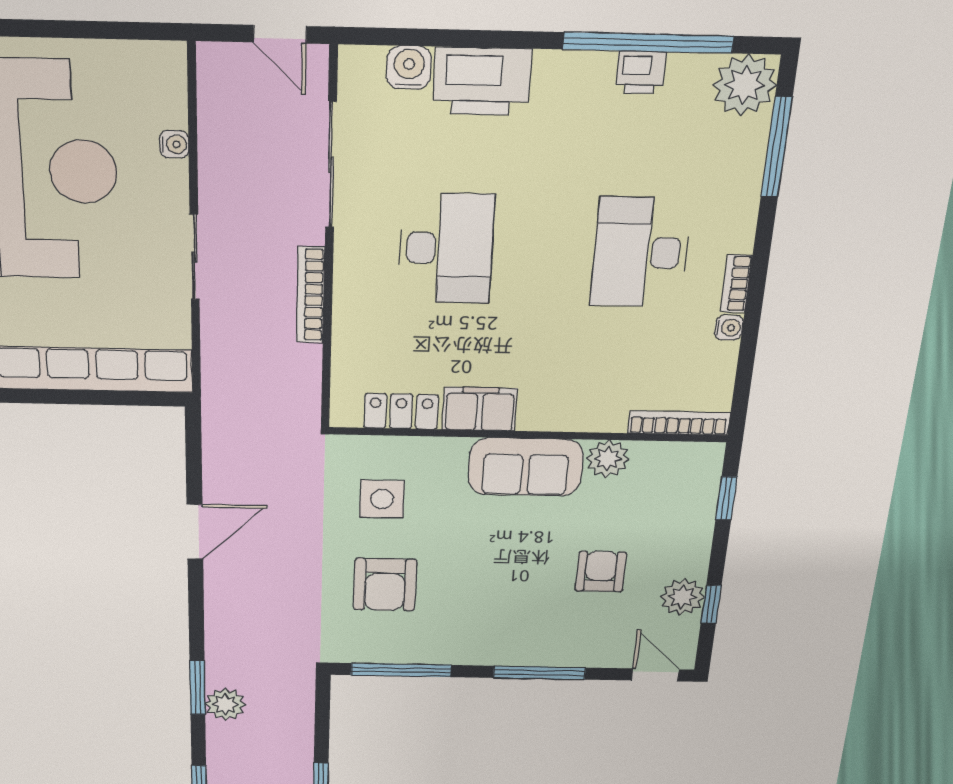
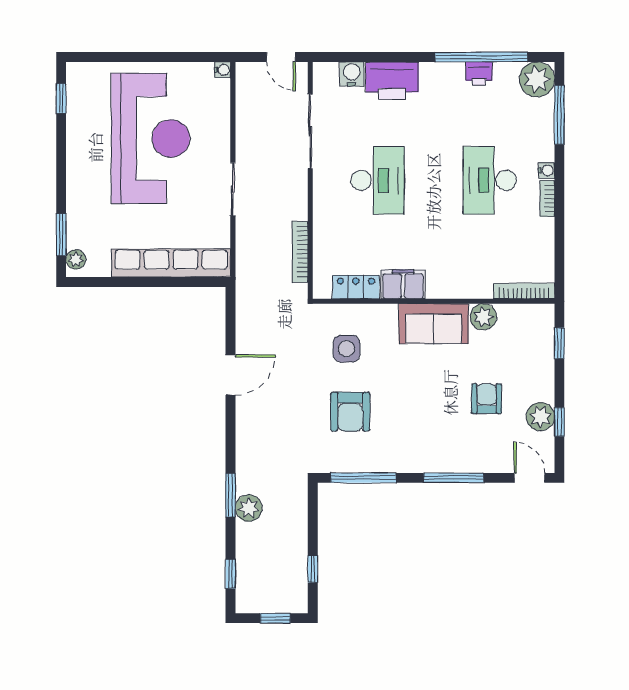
water cooler: (174, 144) -> (222, 70), moved
bookcase: (310, 295) -> (300, 252), moved
water cooler: (729, 328) -> (547, 170), moved

